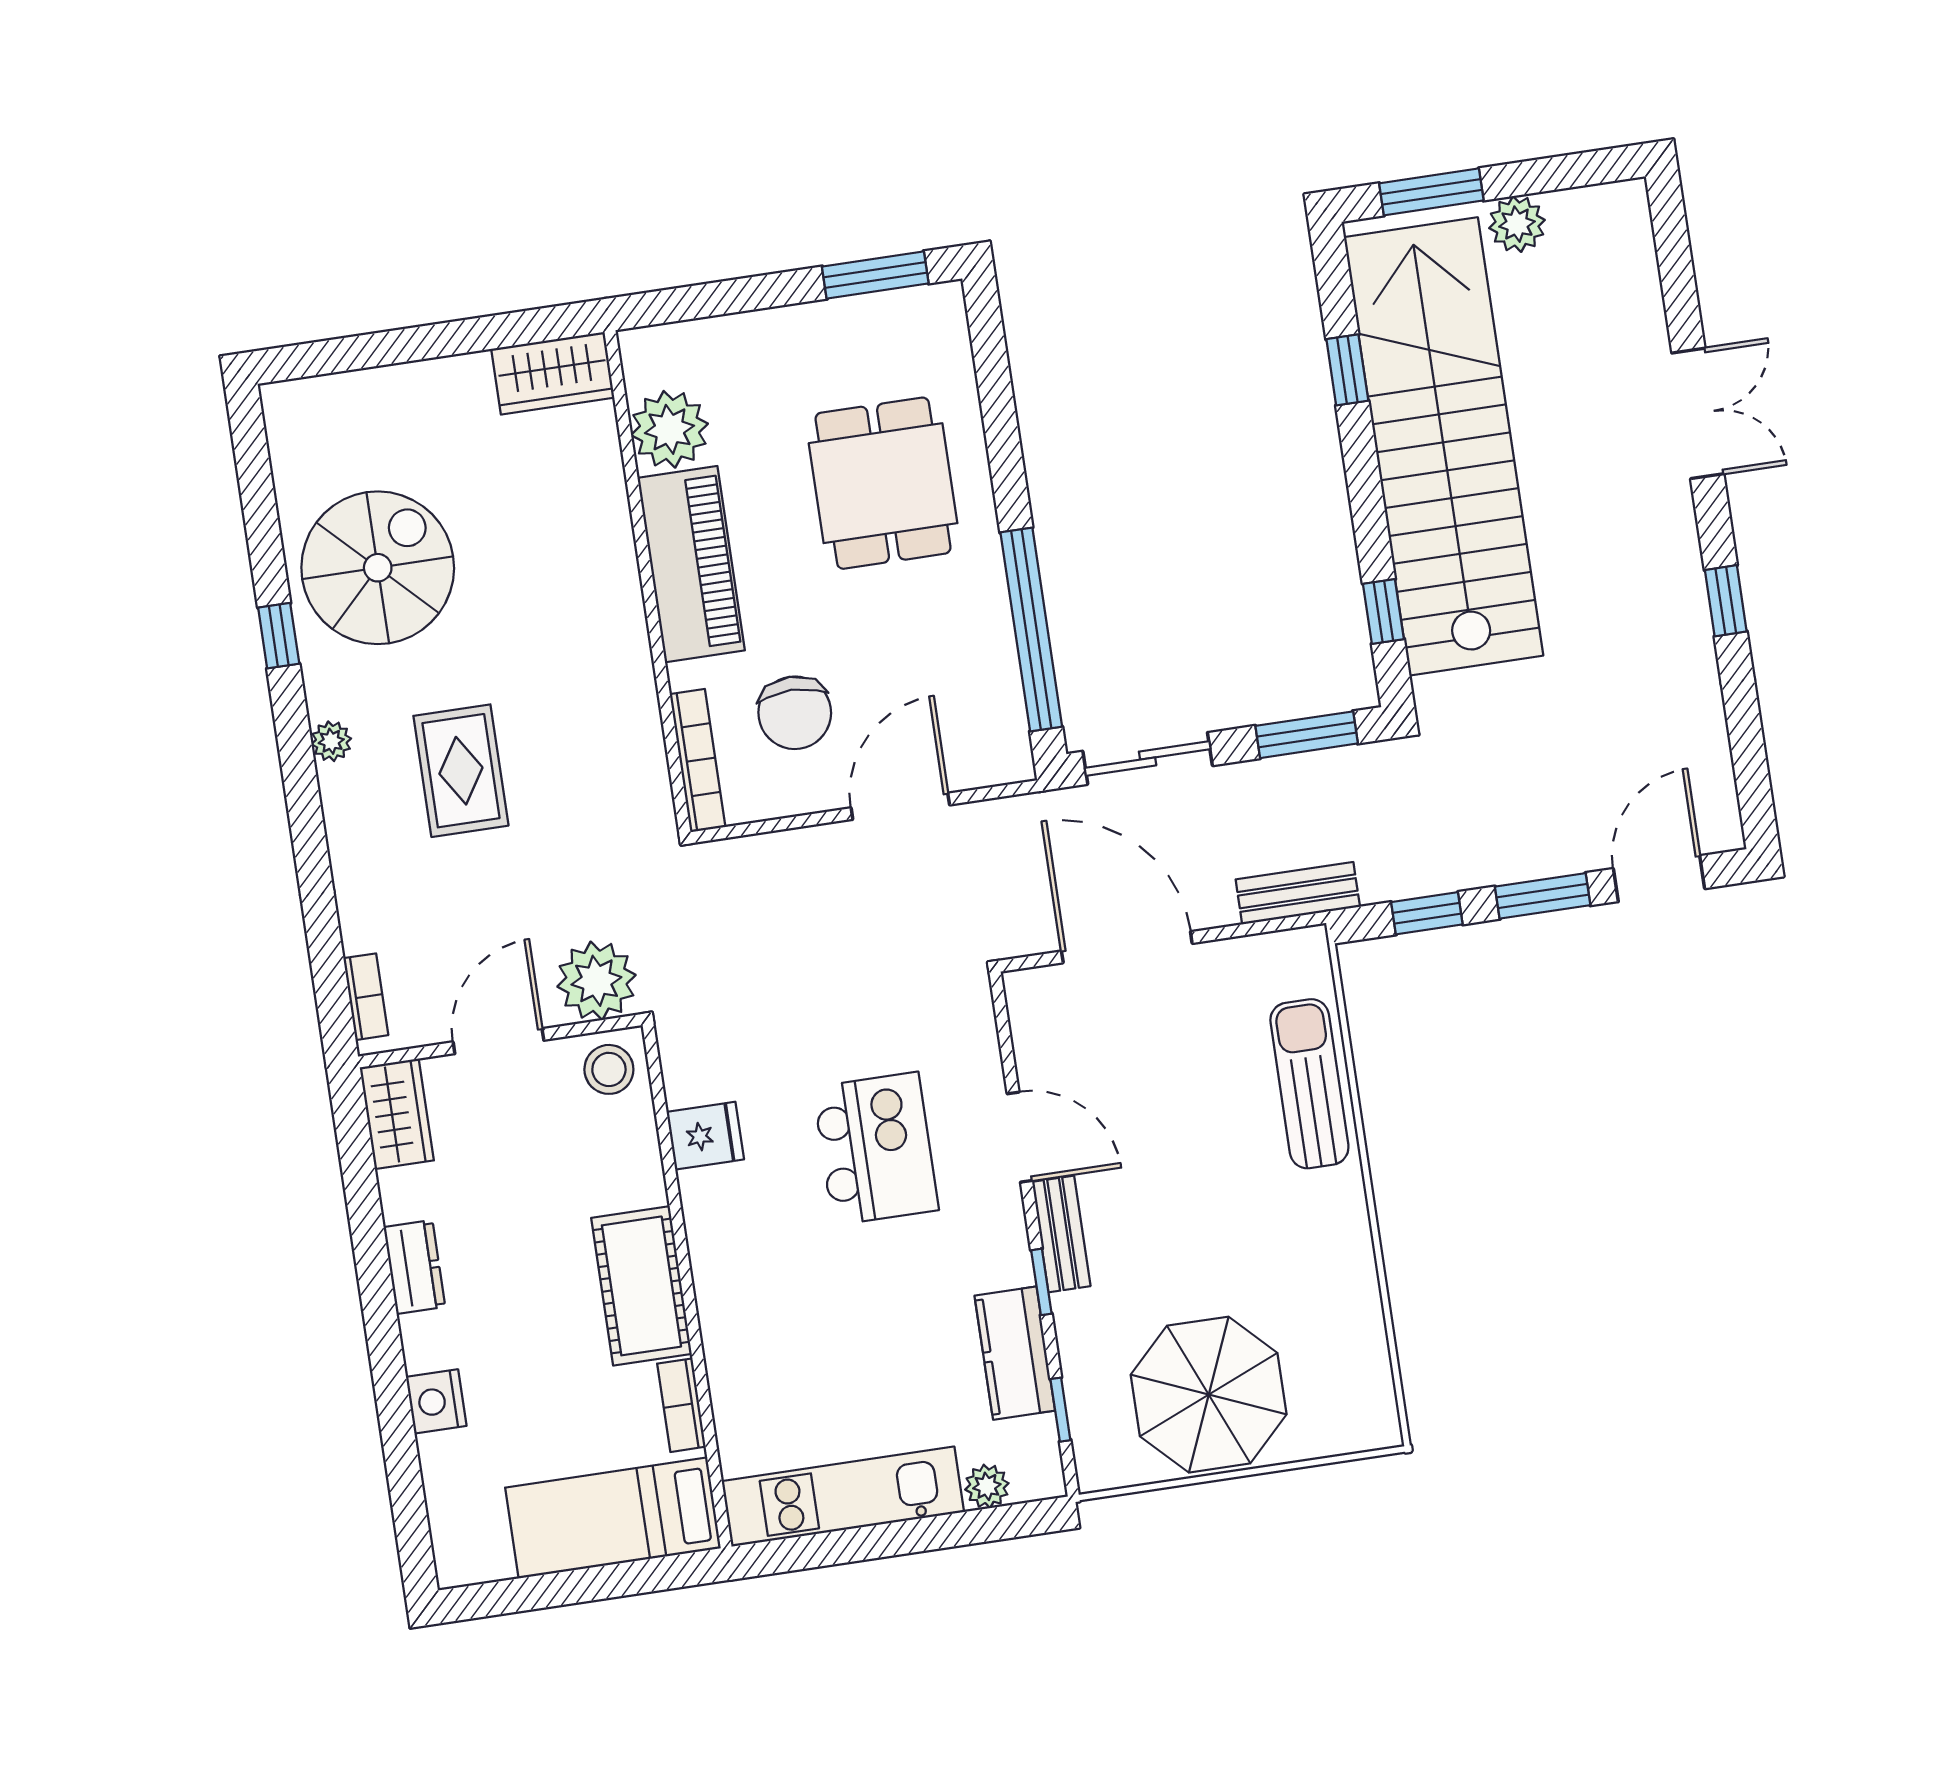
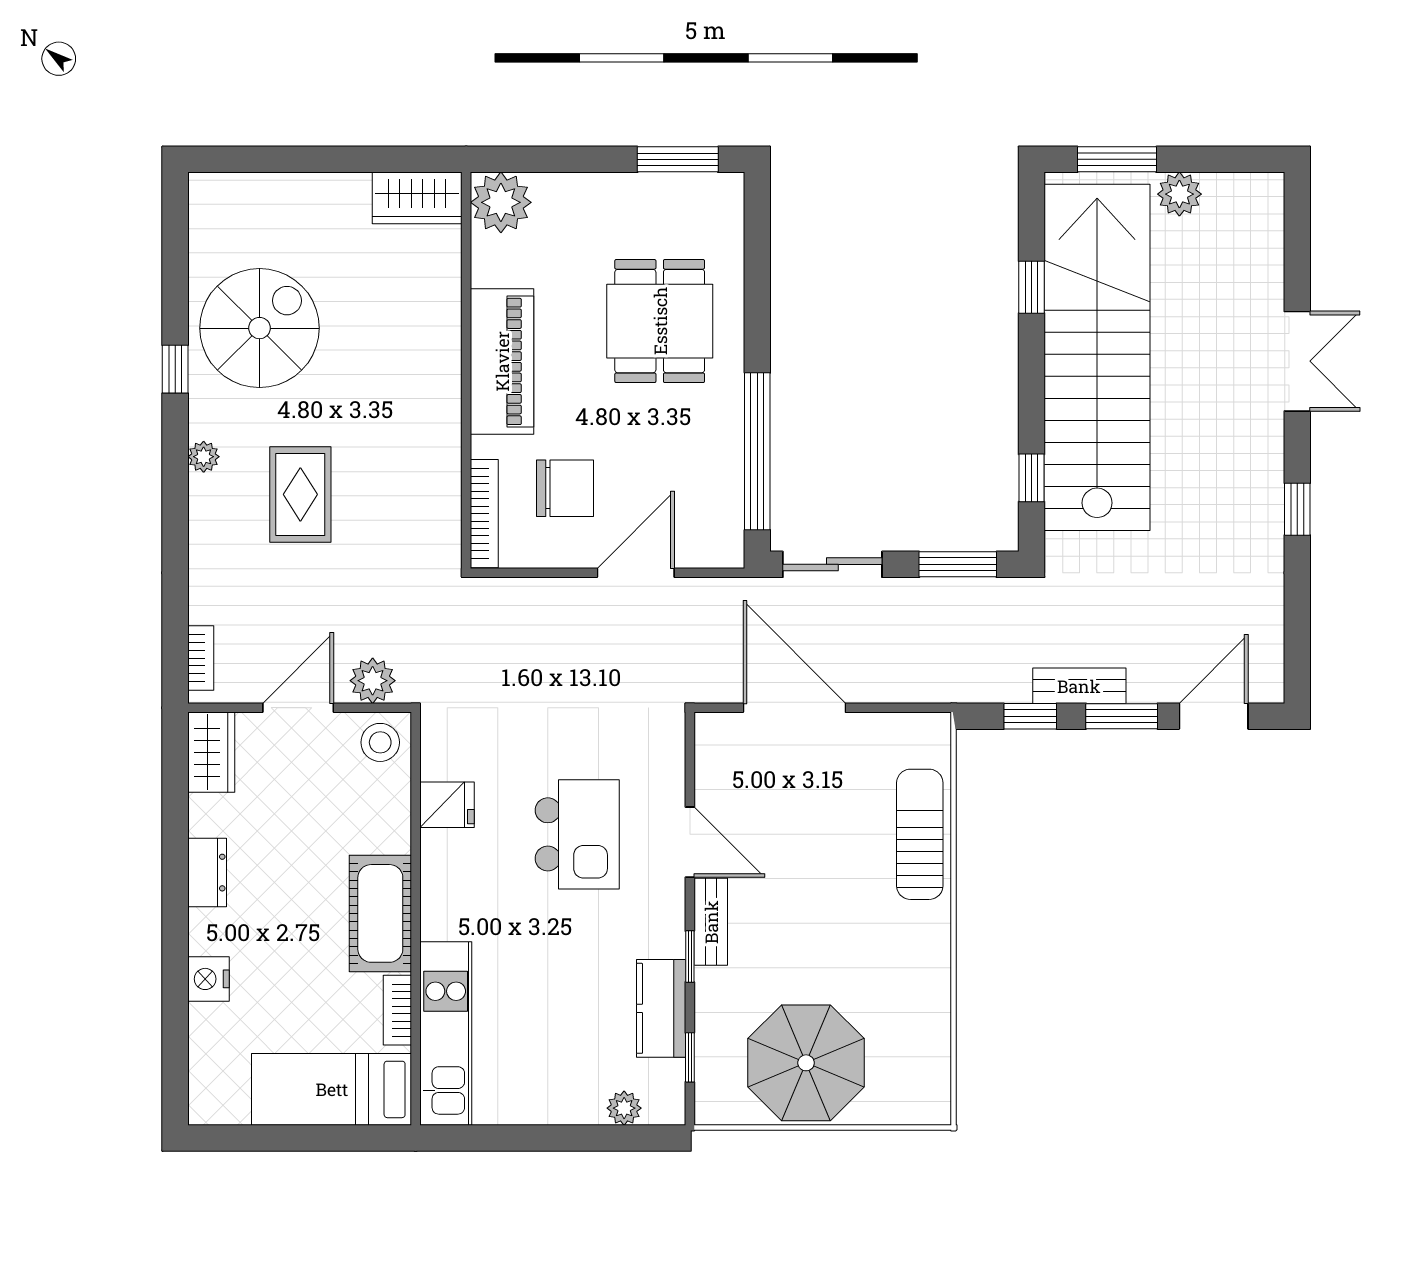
plant: (669, 429) -> (501, 202), moved
chair: (795, 713) -> (565, 488), turned -90
bench: (1298, 893) -> (1079, 686), moved
plant: (596, 981) -> (373, 681), width x0.73, depth x0.73
kitchen unit: (843, 1497) -> (446, 1033), moved, turned 90

